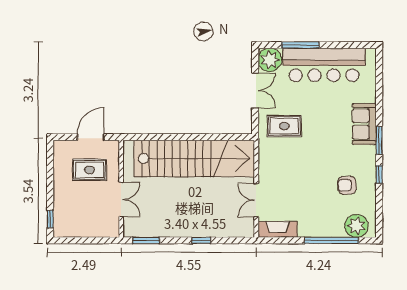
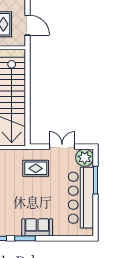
double door: (255, 90) -> (62, 147), swing flipped
rug: (284, 126) -> (36, 168), turned 90

